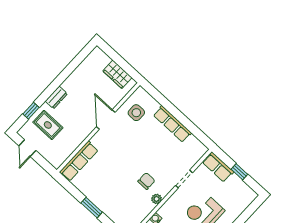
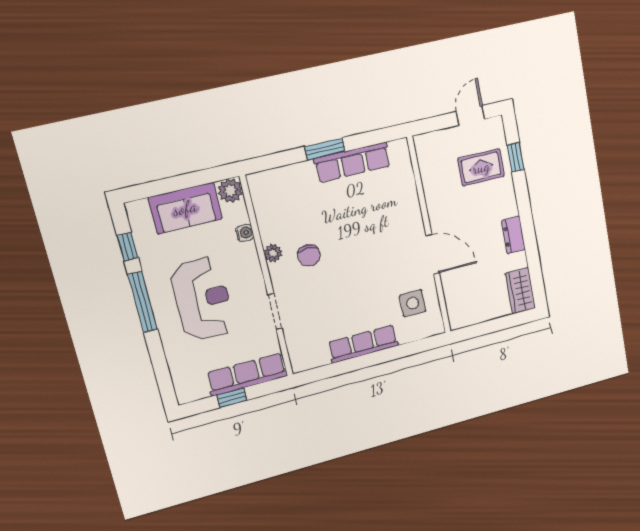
wardrobe: (117, 74) -> (520, 291), moved, turned -90
dresser: (56, 98) -> (513, 235), moved
door: (27, 148) -> (470, 115), hinge flipped
row of seats: (79, 161) -> (352, 162), moved, turned -90
row of seats: (218, 167) -> (247, 374), width x1.48

